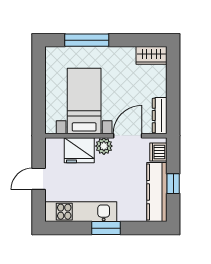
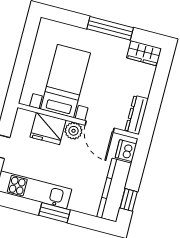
window: (87, 40) -> (110, 28), moved
door: (128, 136) -> (100, 127), swing flipped
window: (173, 184) -> (129, 200), moved

